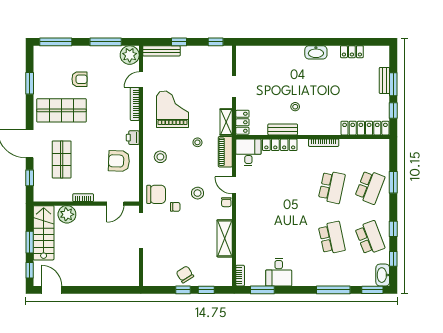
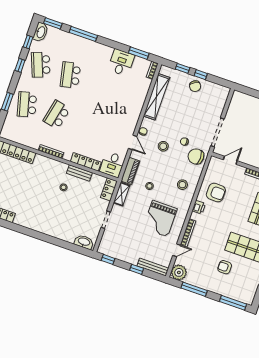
washbasin: (316, 52) -> (84, 242), moved
school desk: (370, 187) -> (27, 104), turned -36
shelving: (225, 238) -> (157, 97), width x1.47

